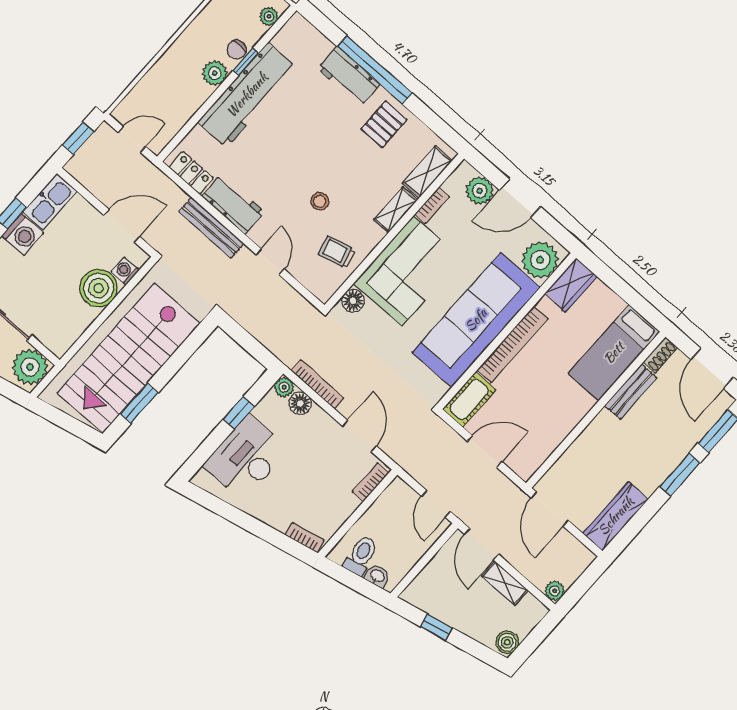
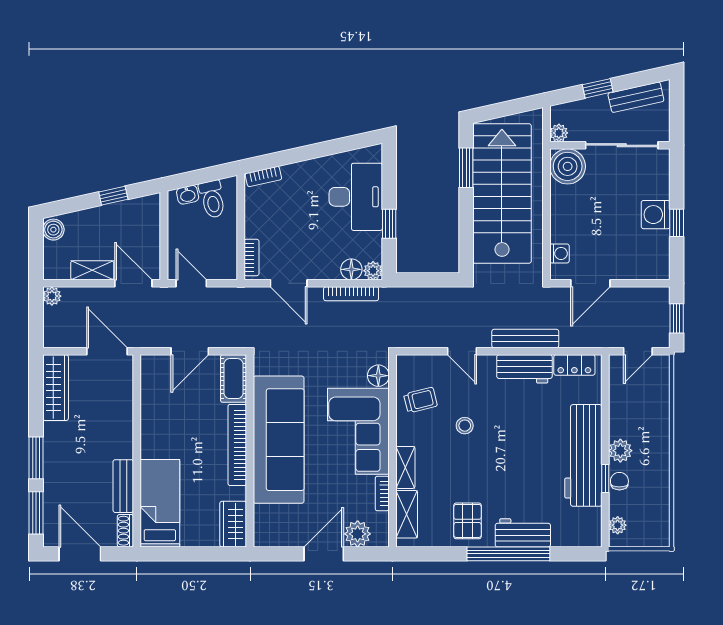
kitchen sink: (50, 202) -> (657, 255), removed
plant: (540, 260) -> (271, 523), removed
boiler: (99, 288) -> (568, 166), moved
plant: (30, 367) -> (559, 133), width x0.53, depth x0.53

